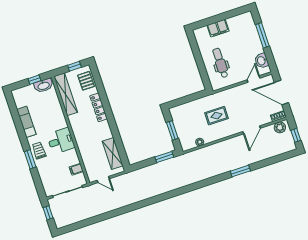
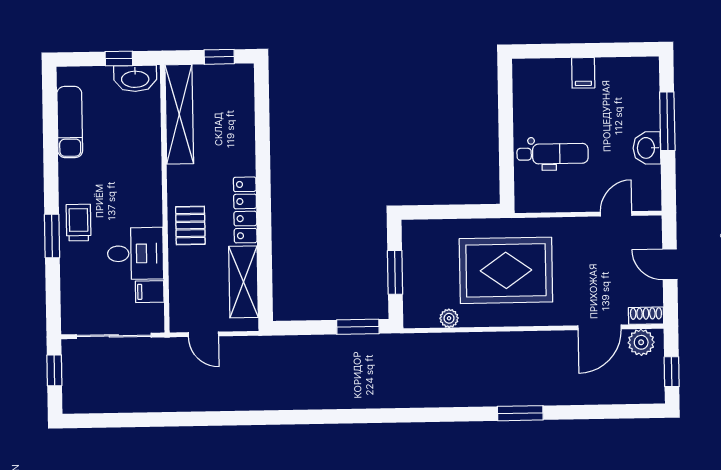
filing cabinet: (218, 28) -> (583, 73), width x0.50
washbasin: (262, 61) -> (647, 148), moved
dental chair: (220, 63) -> (553, 154), turned 90
pallet: (86, 81) -> (190, 225), moved
door: (281, 92) -> (670, 264), width x0.53
locker: (99, 107) -> (245, 210), moved
rug: (216, 116) -> (506, 270), width x1.86, depth x2.06
exam couch: (26, 122) -> (70, 122), moved
door: (252, 130) -> (600, 327), moved
desk: (61, 141) -> (135, 254), moved

